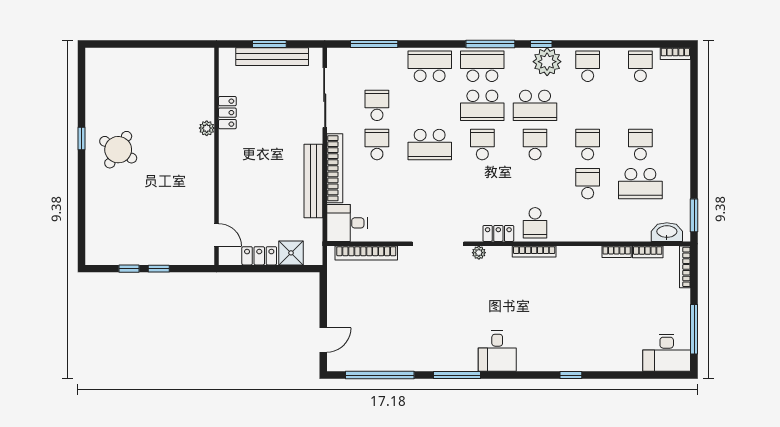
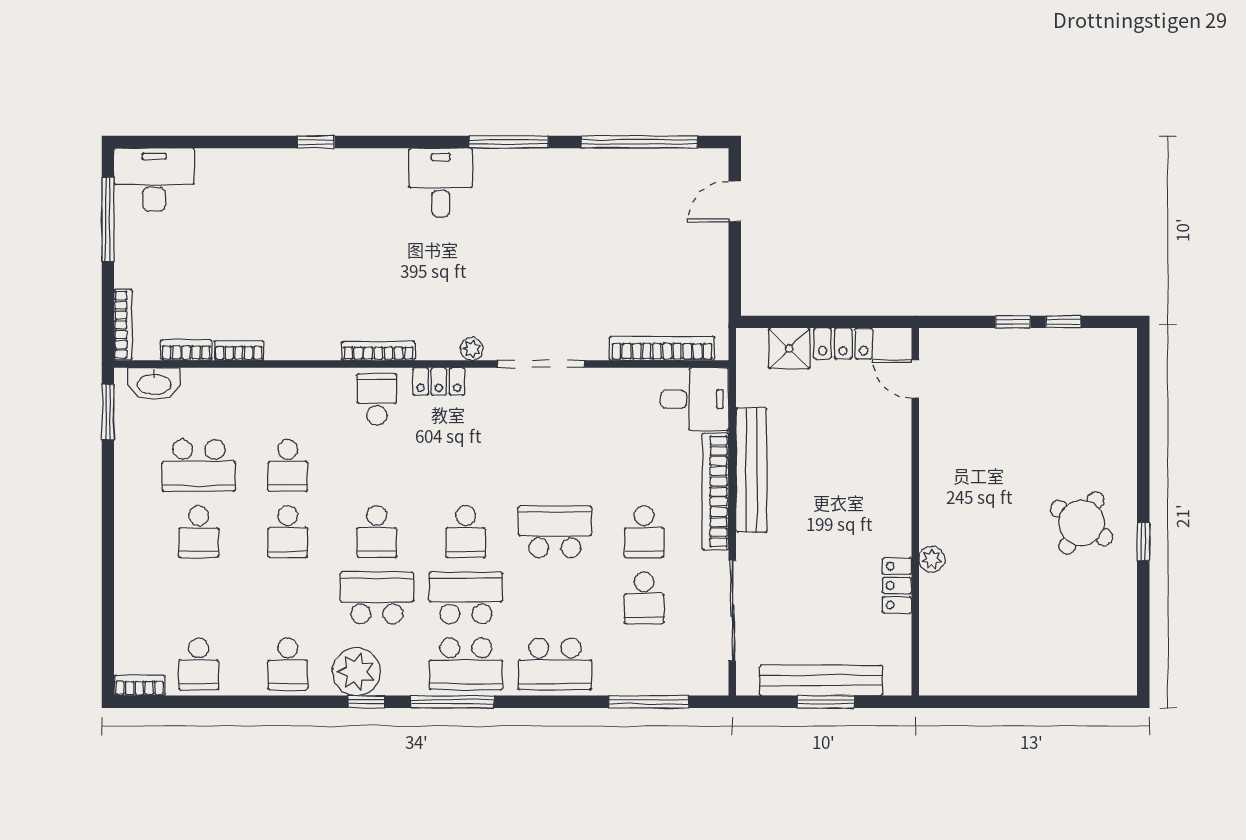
school desk: (640, 184) -> (199, 465), turned 180

